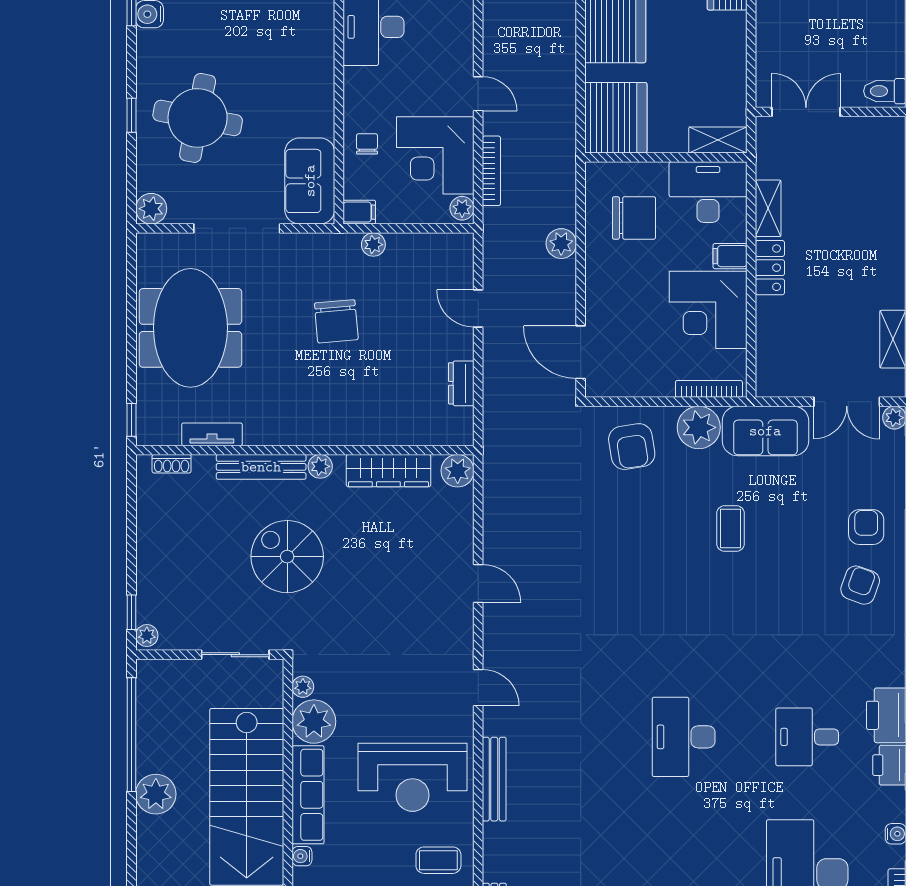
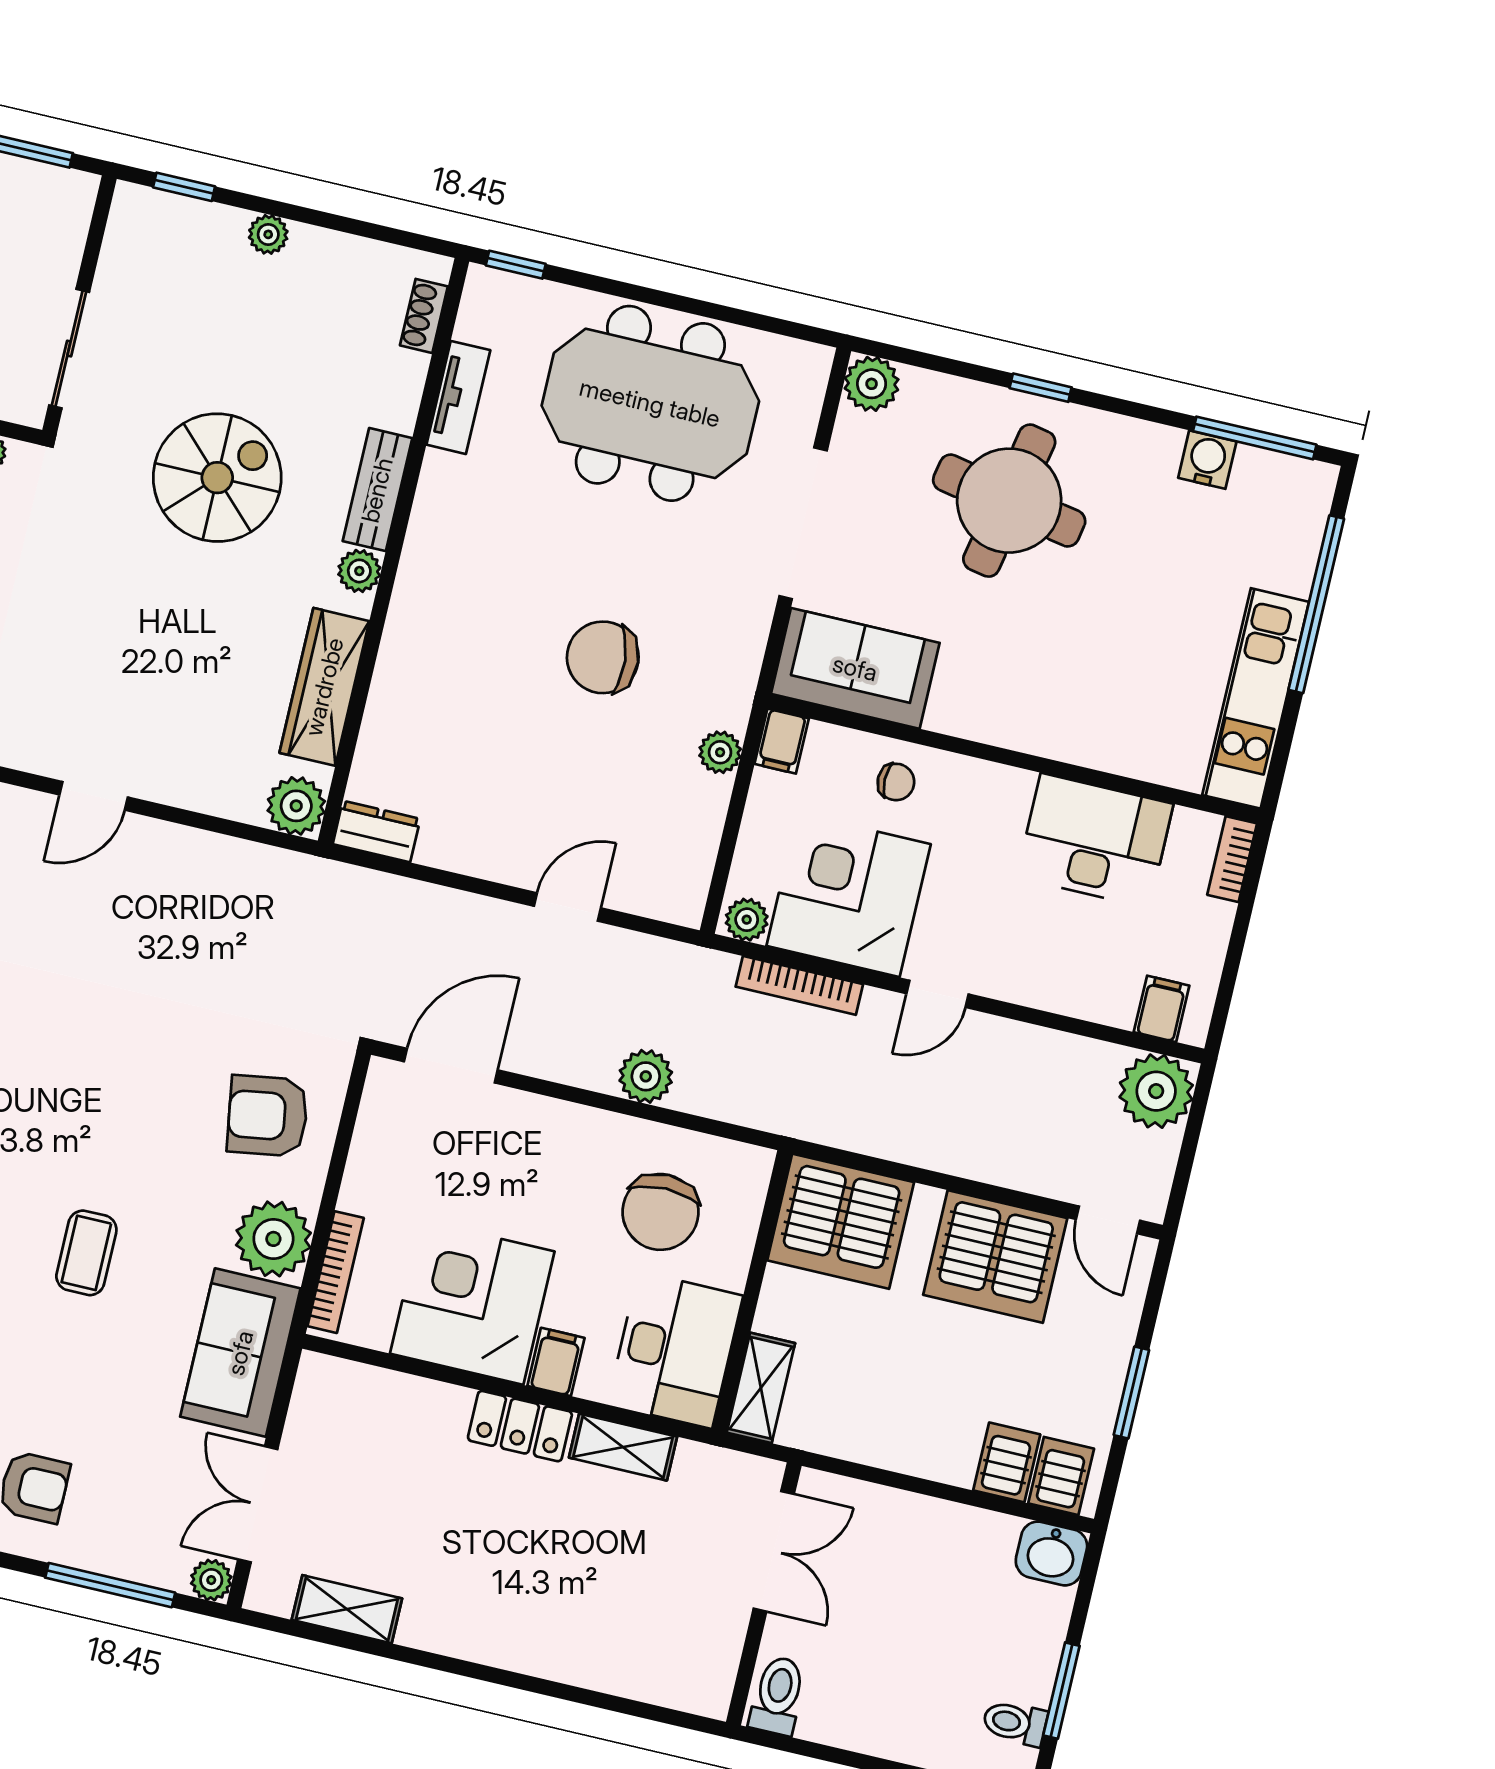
dresser: (461, 383) -> (376, 832), moved
bench: (261, 467) -> (377, 490), width x0.73
coffee table: (731, 528) -> (86, 1253), turned 90
plant: (147, 635) -> (268, 234), moved

